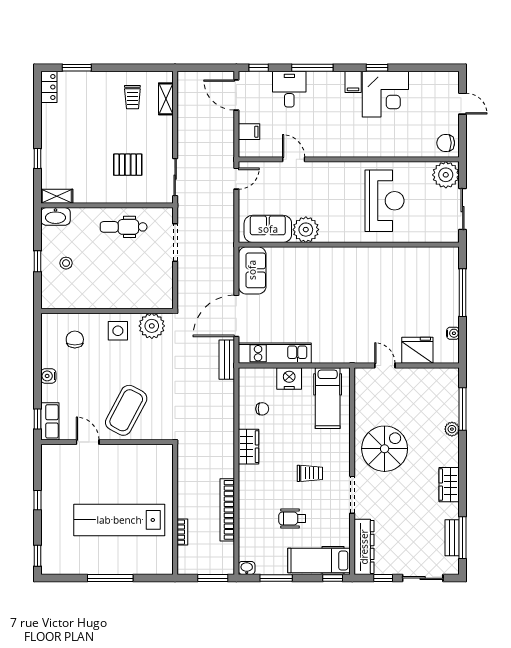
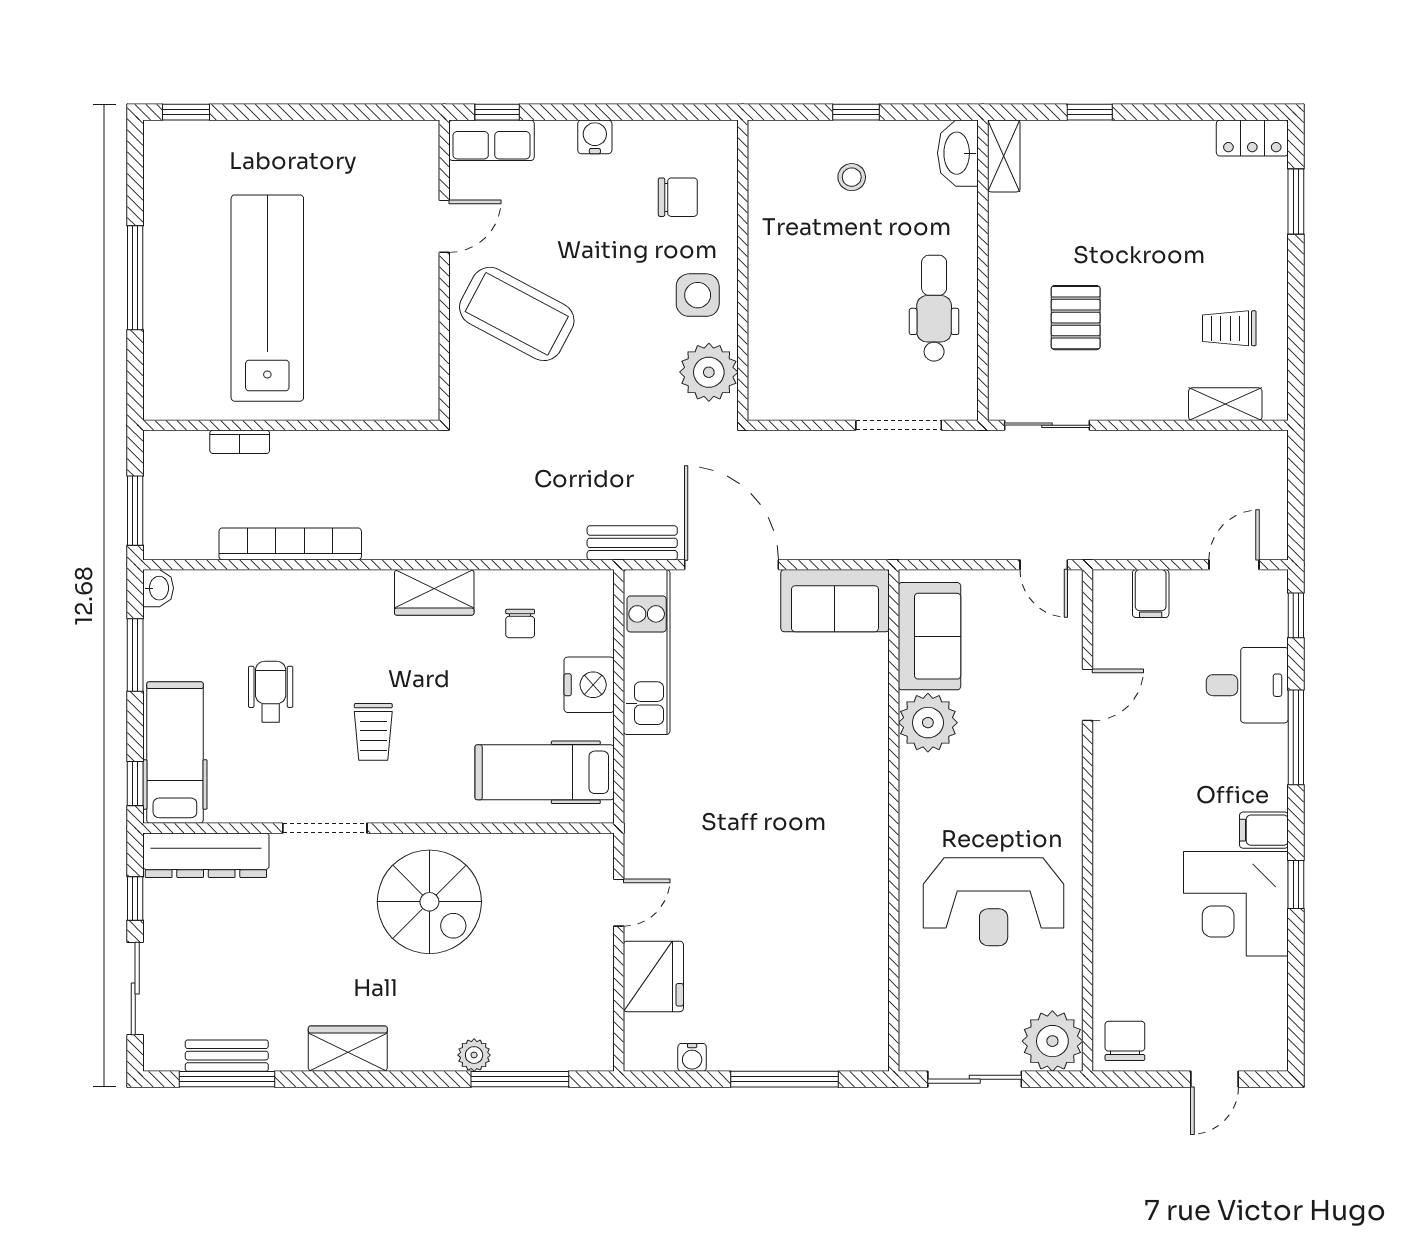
door: (236, 95) -> (1234, 565), width x0.73
window: (37, 500) -> (312, 112), removed

